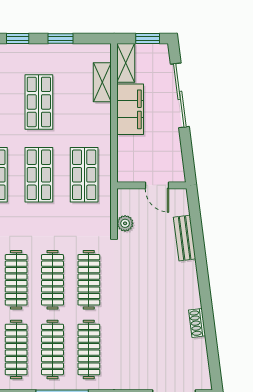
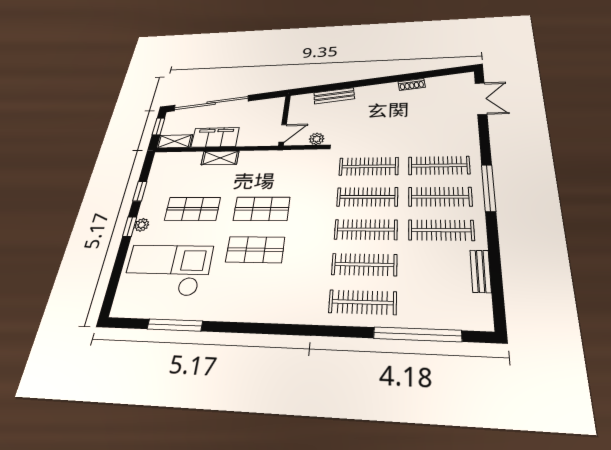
plant: (20, 51) -> (142, 225), added
shelving: (102, 82) -> (220, 158), moved
sliding door: (180, 95) -> (211, 103), width x1.36
shop shelf: (84, 175) -> (267, 171), removed
door: (157, 185) -> (283, 133), moved

